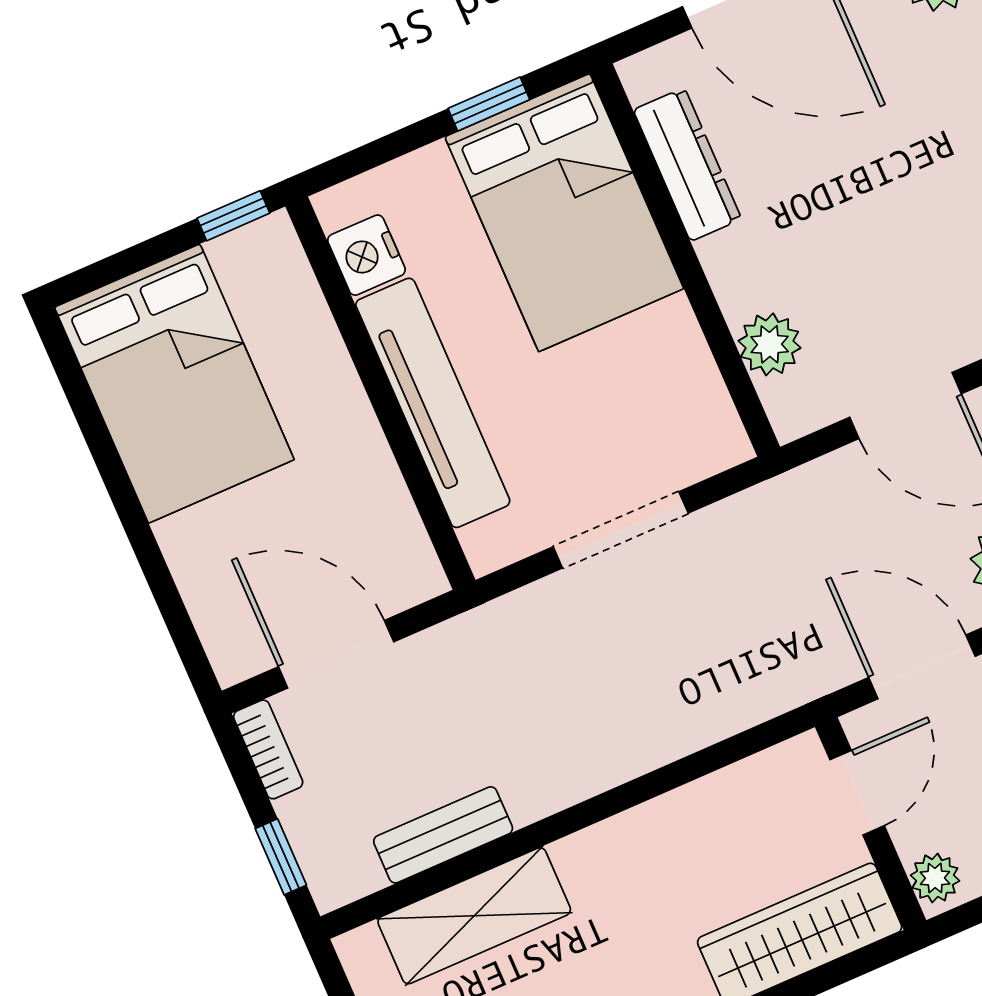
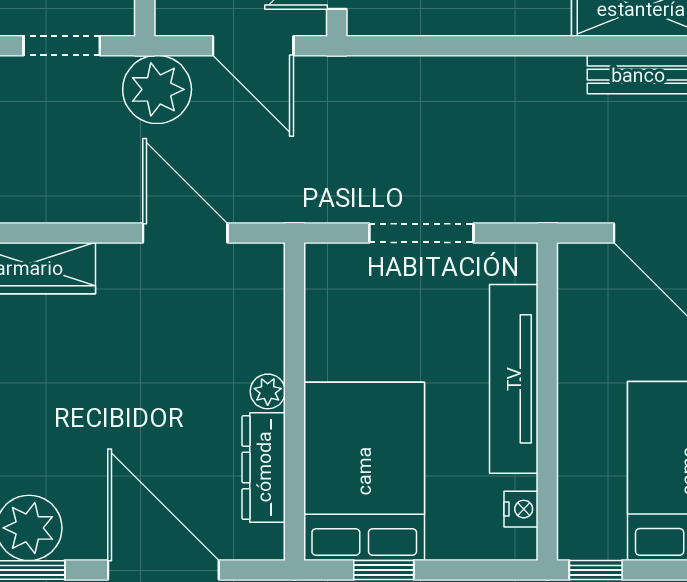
nightstand: (366, 255) -> (521, 509), width x0.72, depth x0.74
plant: (770, 344) -> (268, 391), moved, width x0.73, depth x0.73

